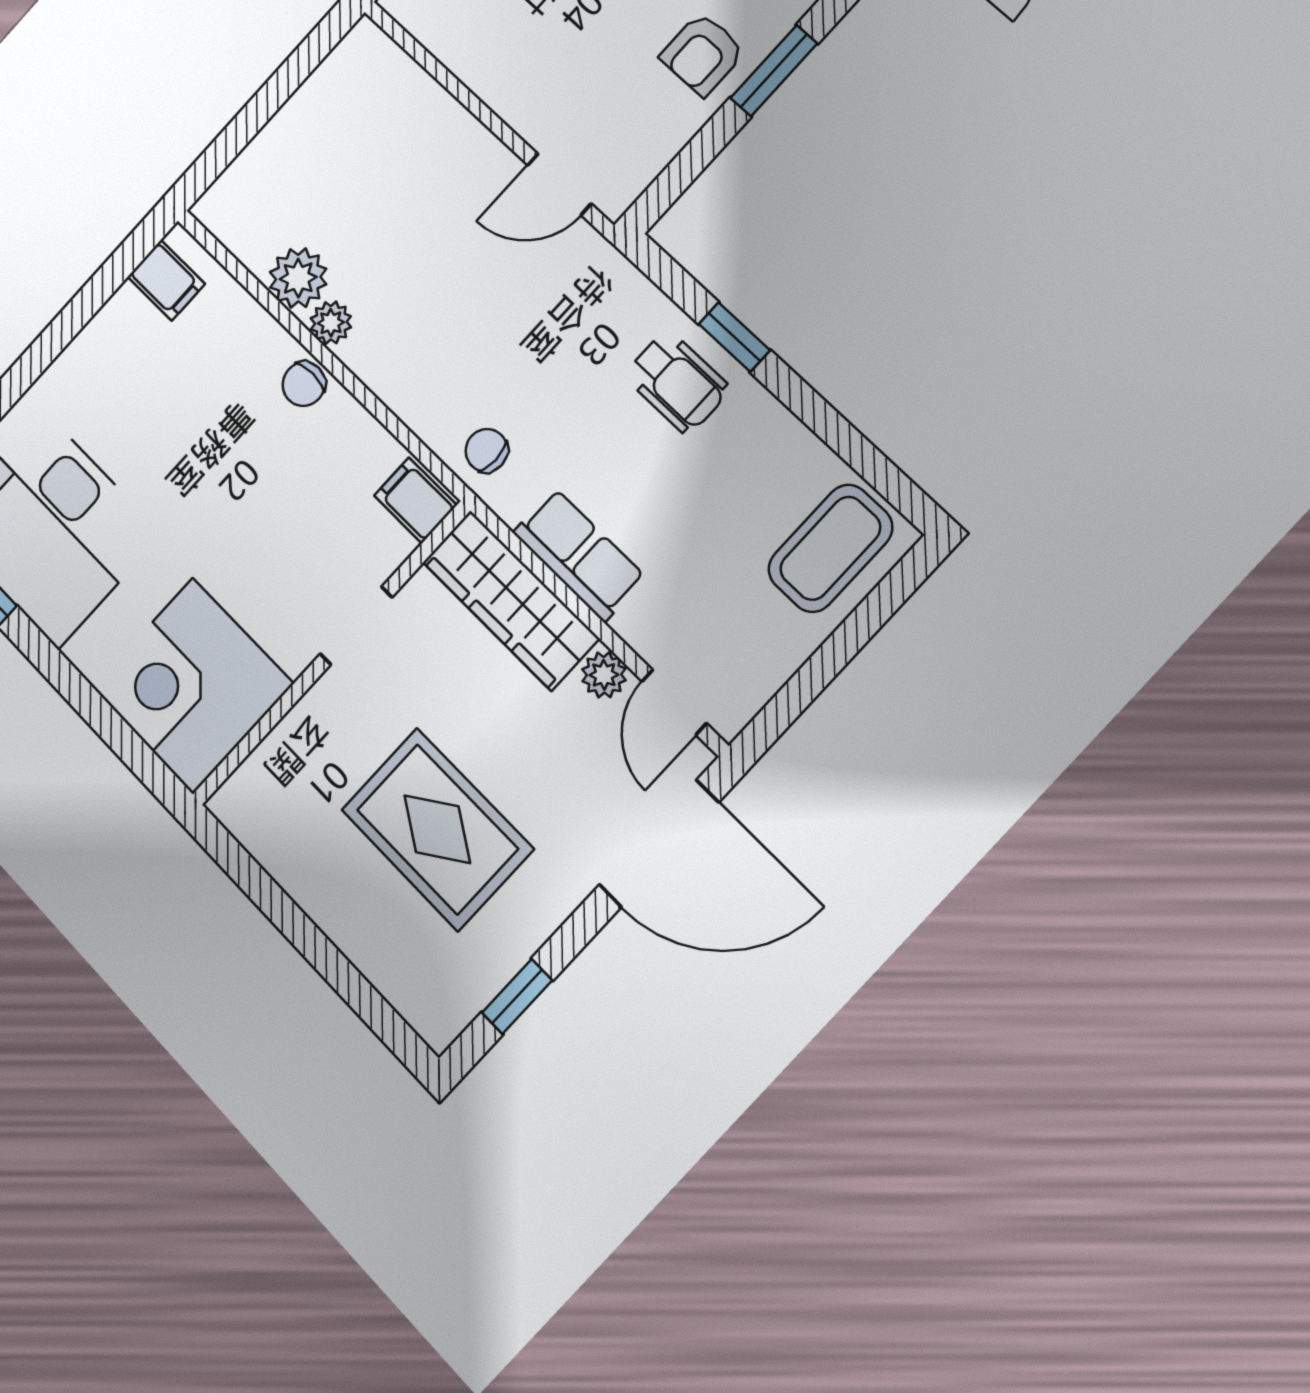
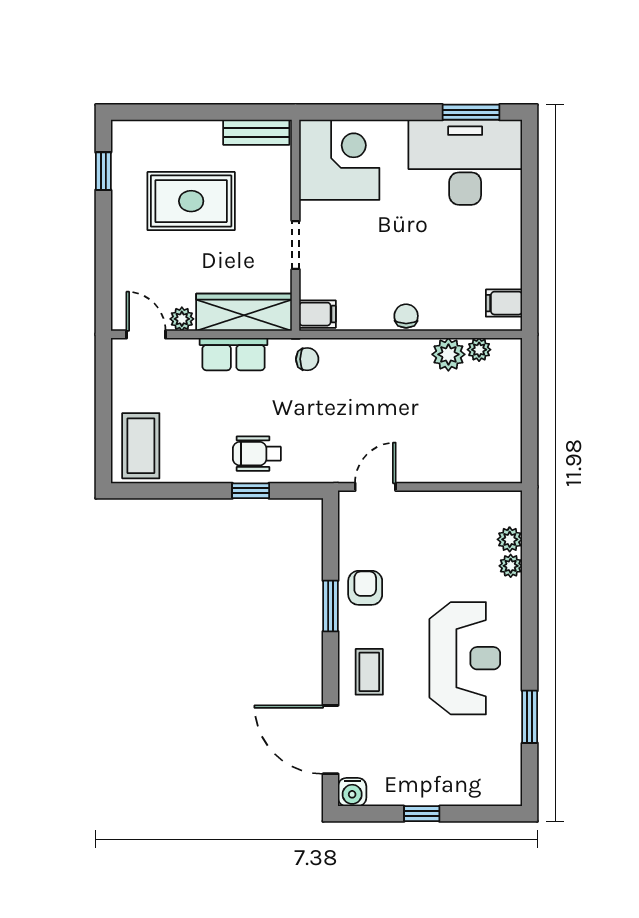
plant: (331, 323) -> (479, 350), moved
bench: (263, 836) -> (256, 132), added
door: (659, 844) -> (103, 278), removed

